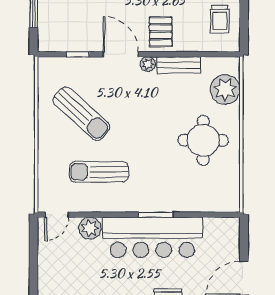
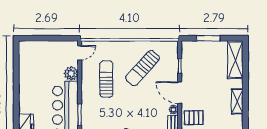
door: (121, 54) -> (180, 93), swing flipped
door: (57, 215) -> (80, 53), swing flipped

